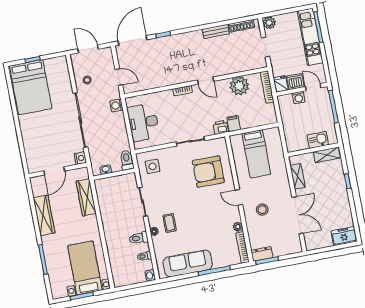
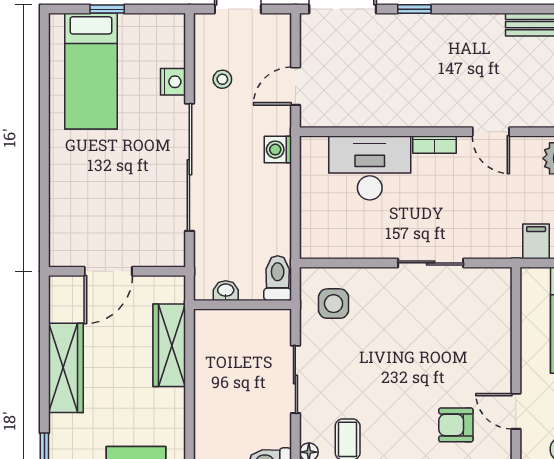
door: (119, 77) -> (295, 86), swing flipped
bed: (31, 87) -> (91, 71), width x0.67
desk: (143, 122) -> (370, 168), moved, turned 90
printer: (221, 127) -> (505, 244), removed
nightstand: (80, 158) -> (173, 82), moved
armchair: (208, 172) -> (456, 425), moved, width x0.53, depth x0.53

